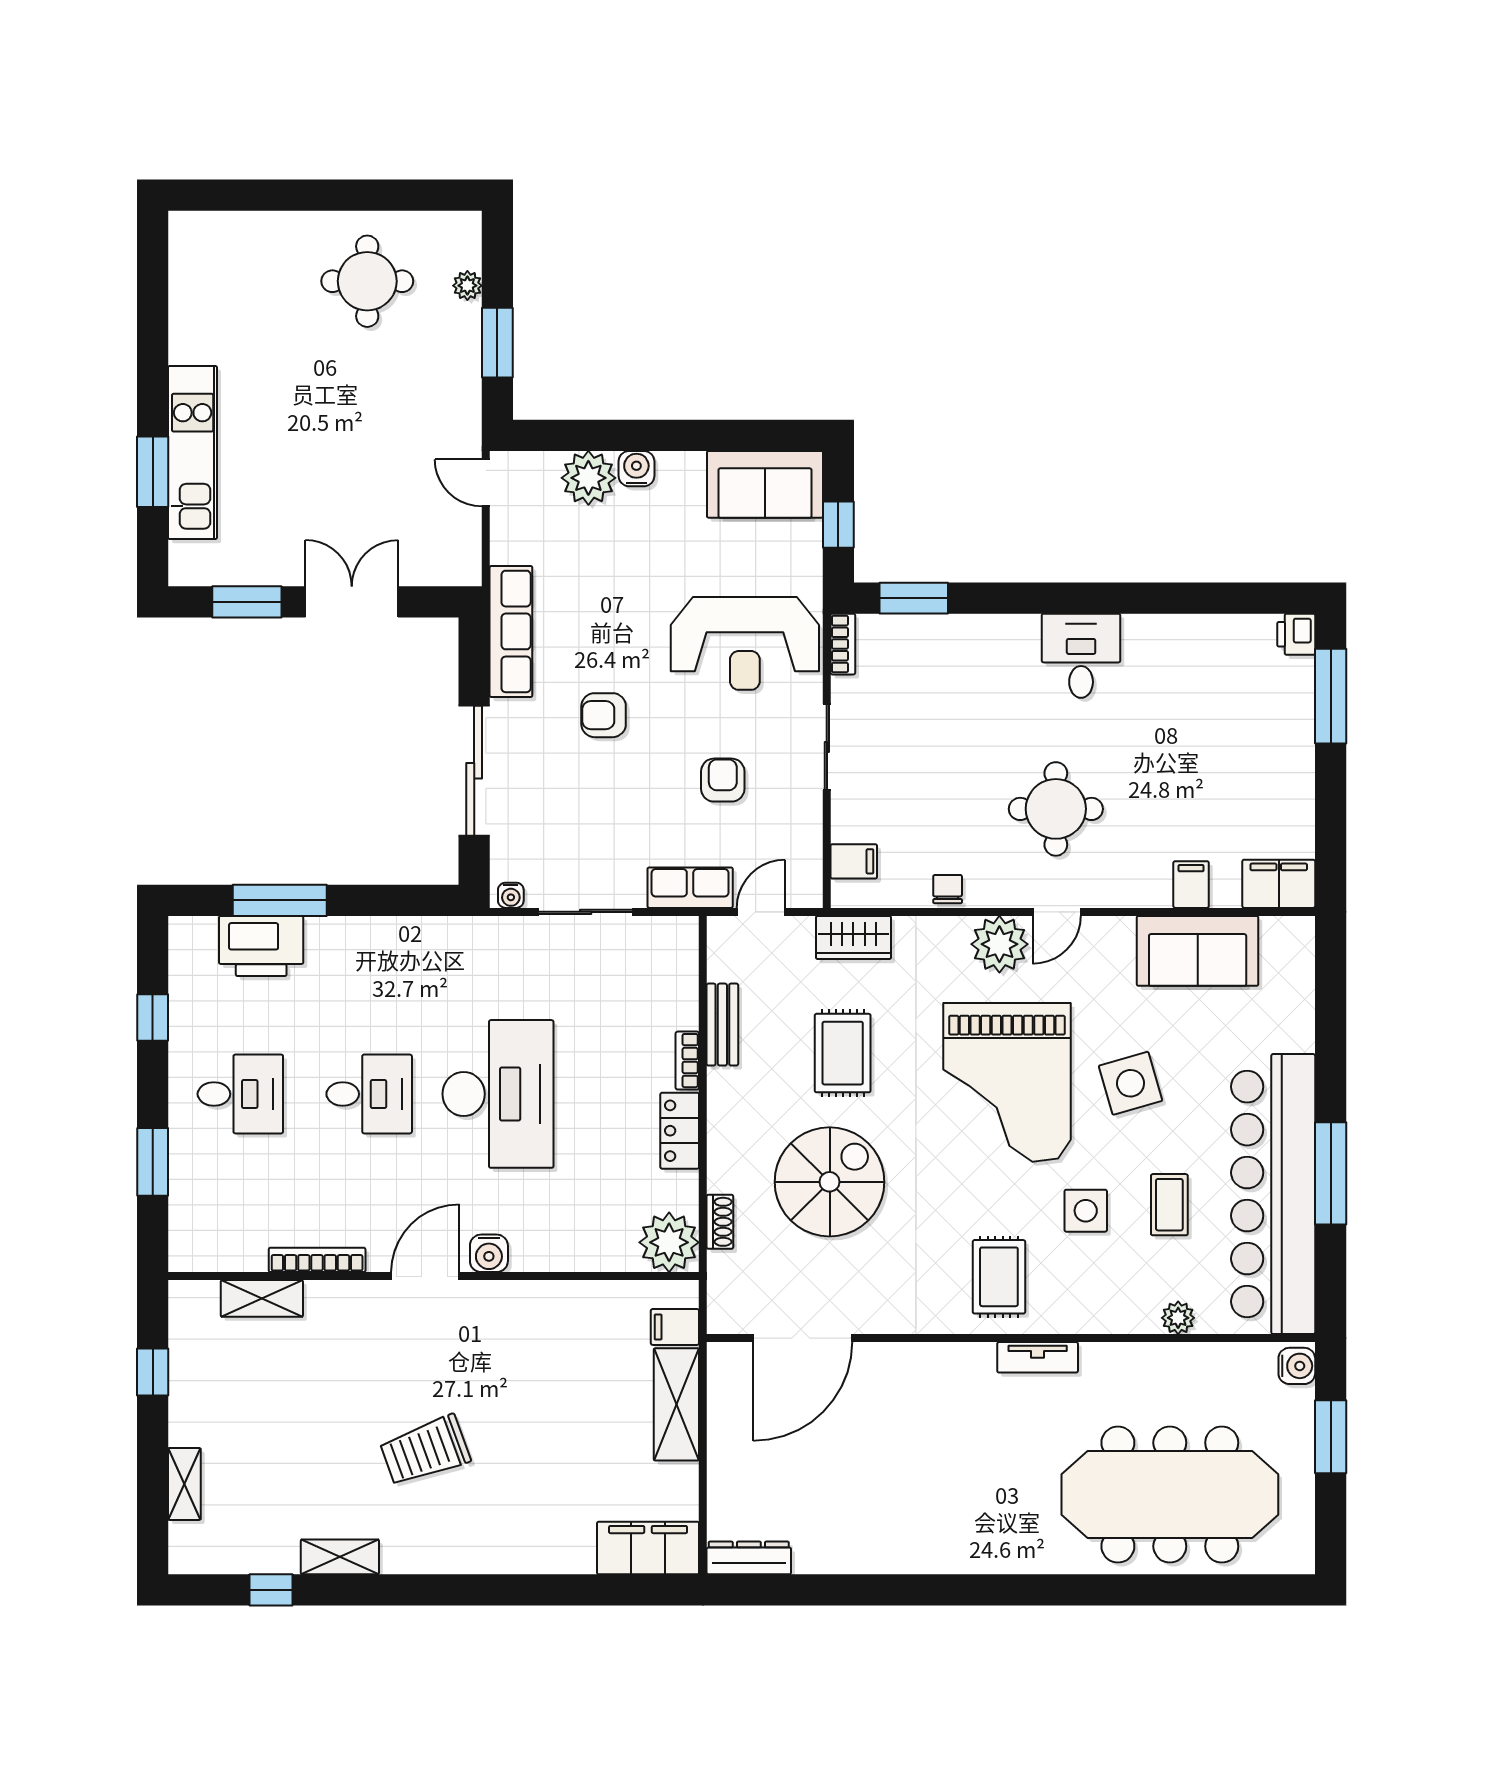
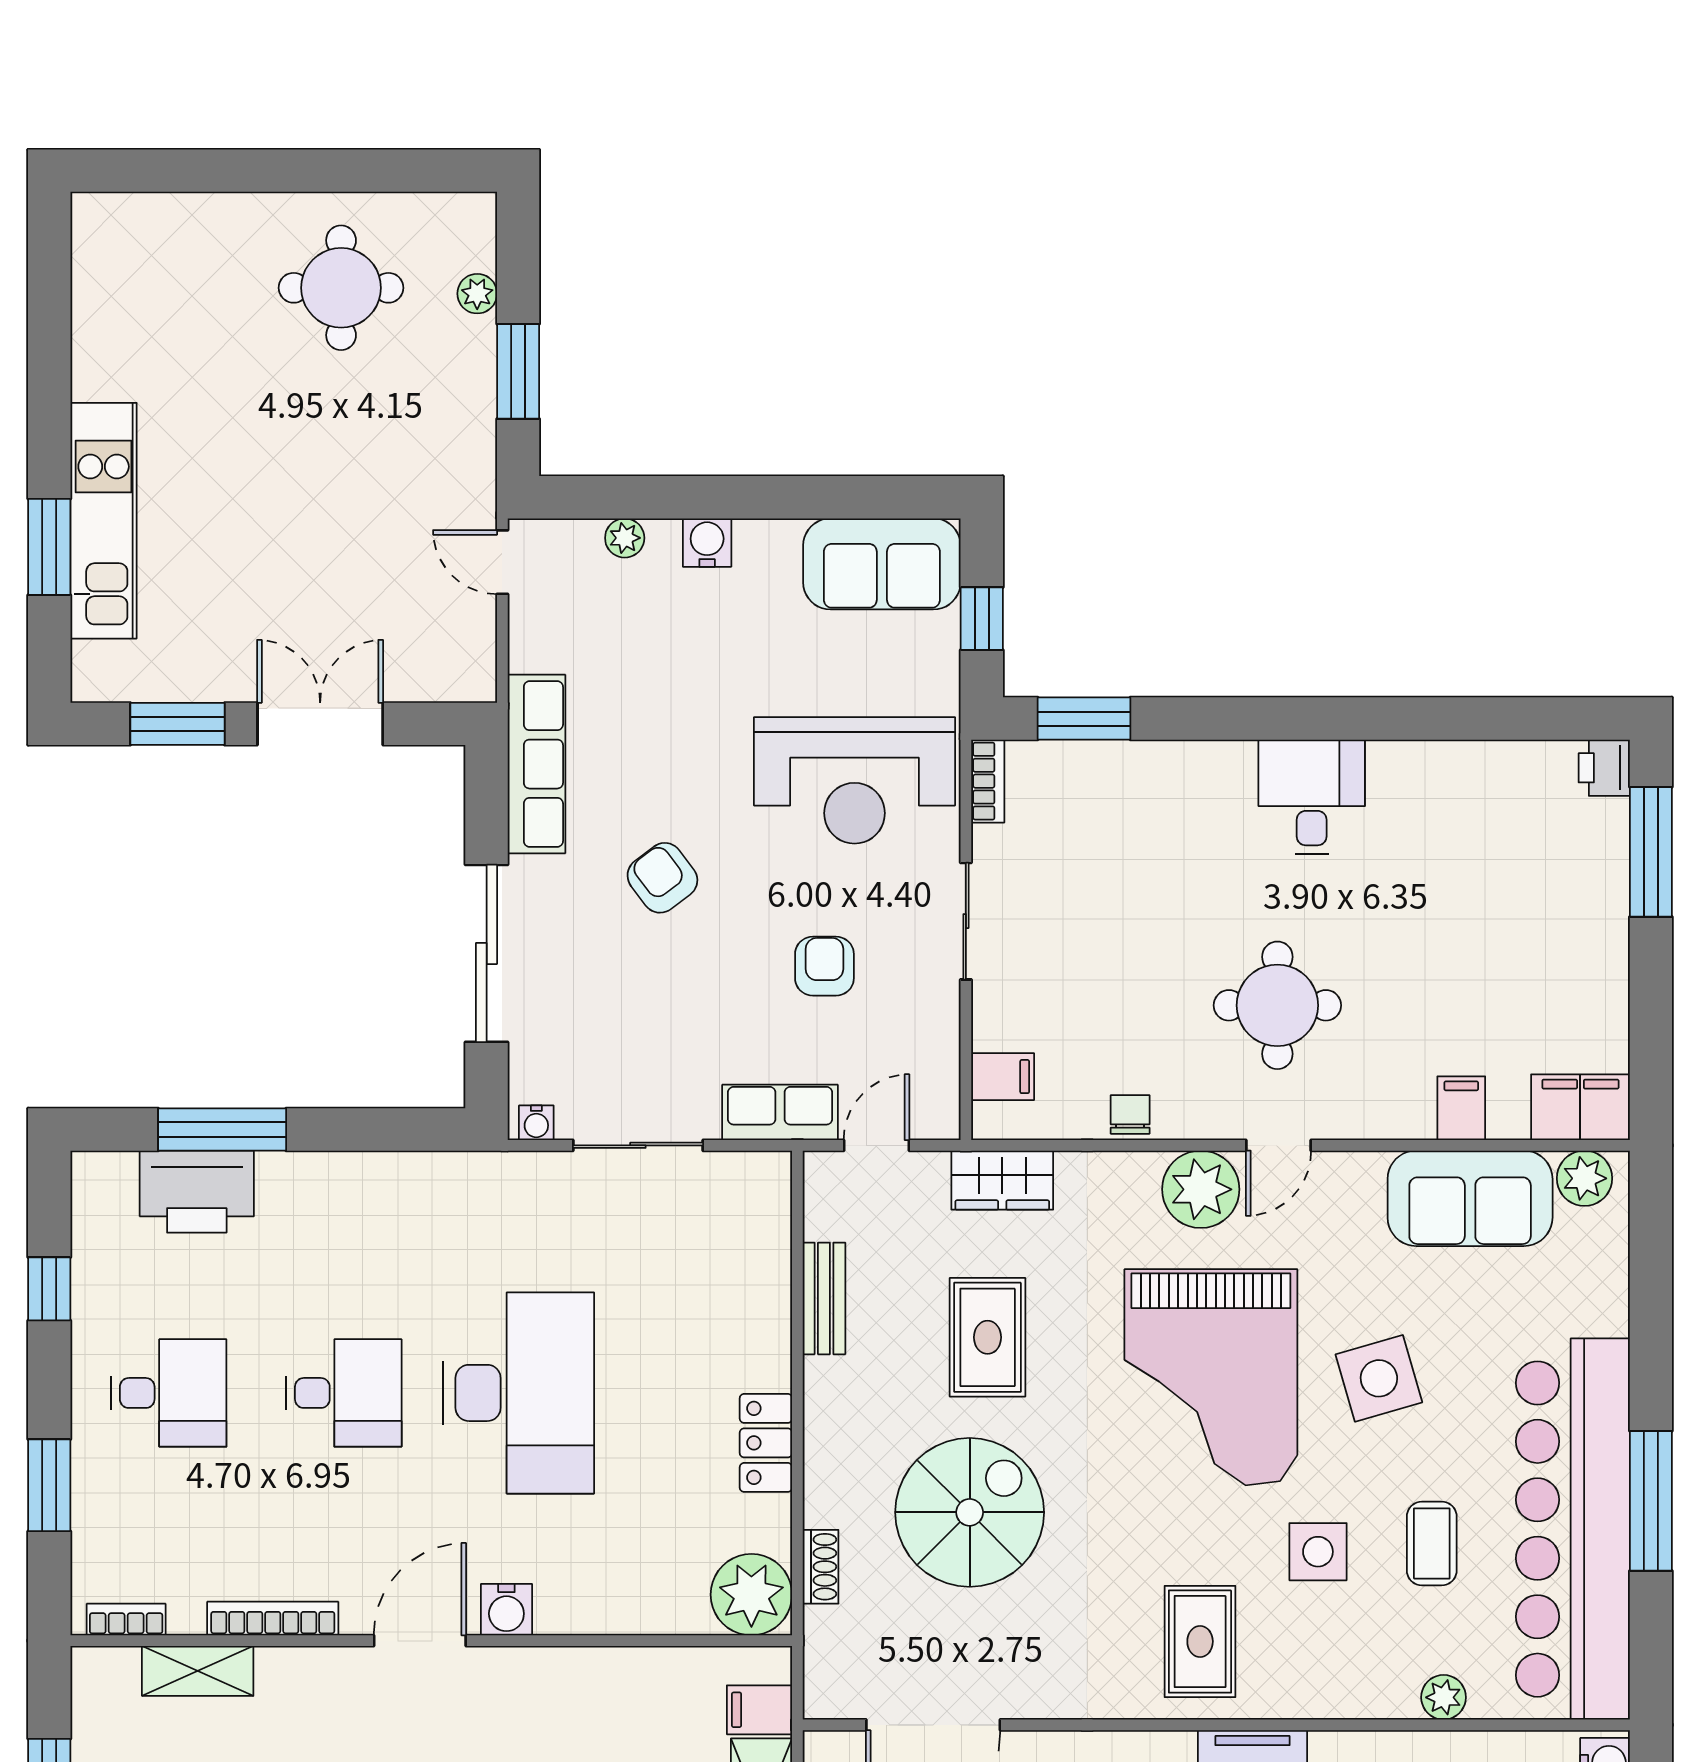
plant: (588, 478) -> (625, 538), width x0.53, depth x0.53
armchair: (604, 715) -> (662, 878), turned 53
plant: (1282, 936) -> (1584, 1178), added
bookcase: (687, 1061) -> (126, 1620), moved, turned 90

